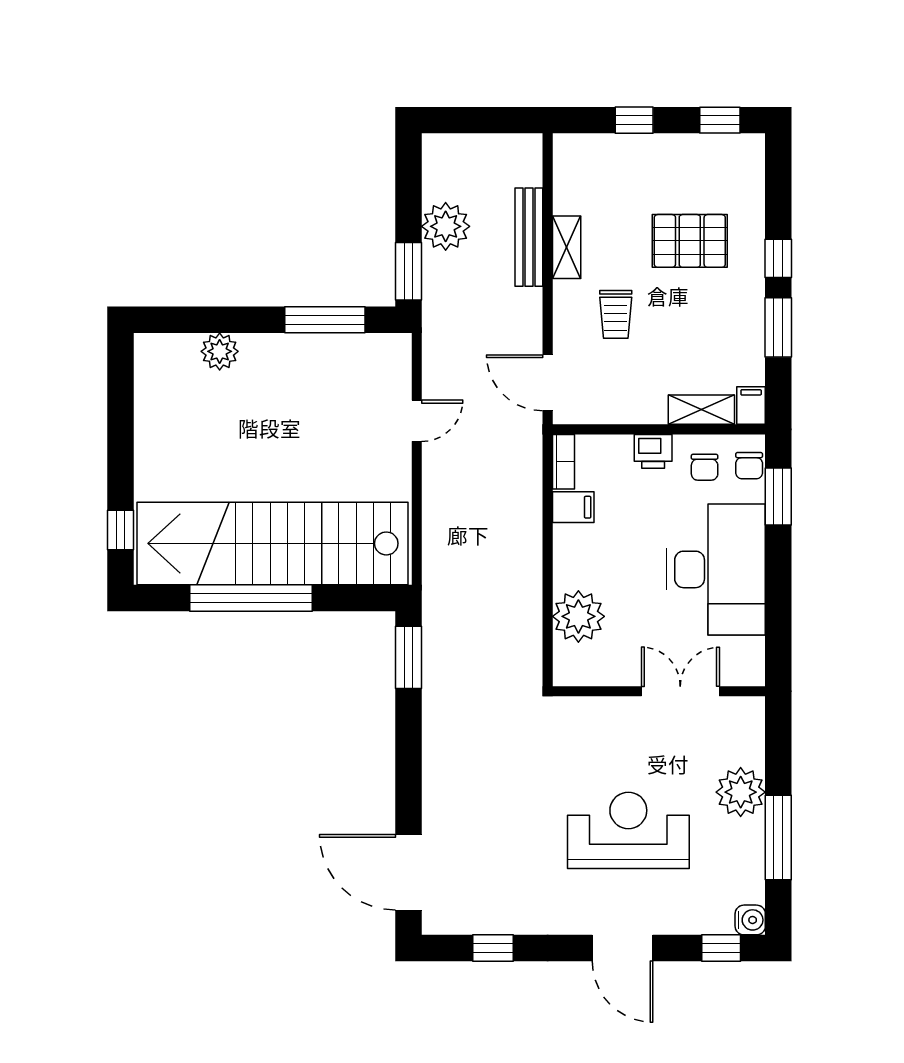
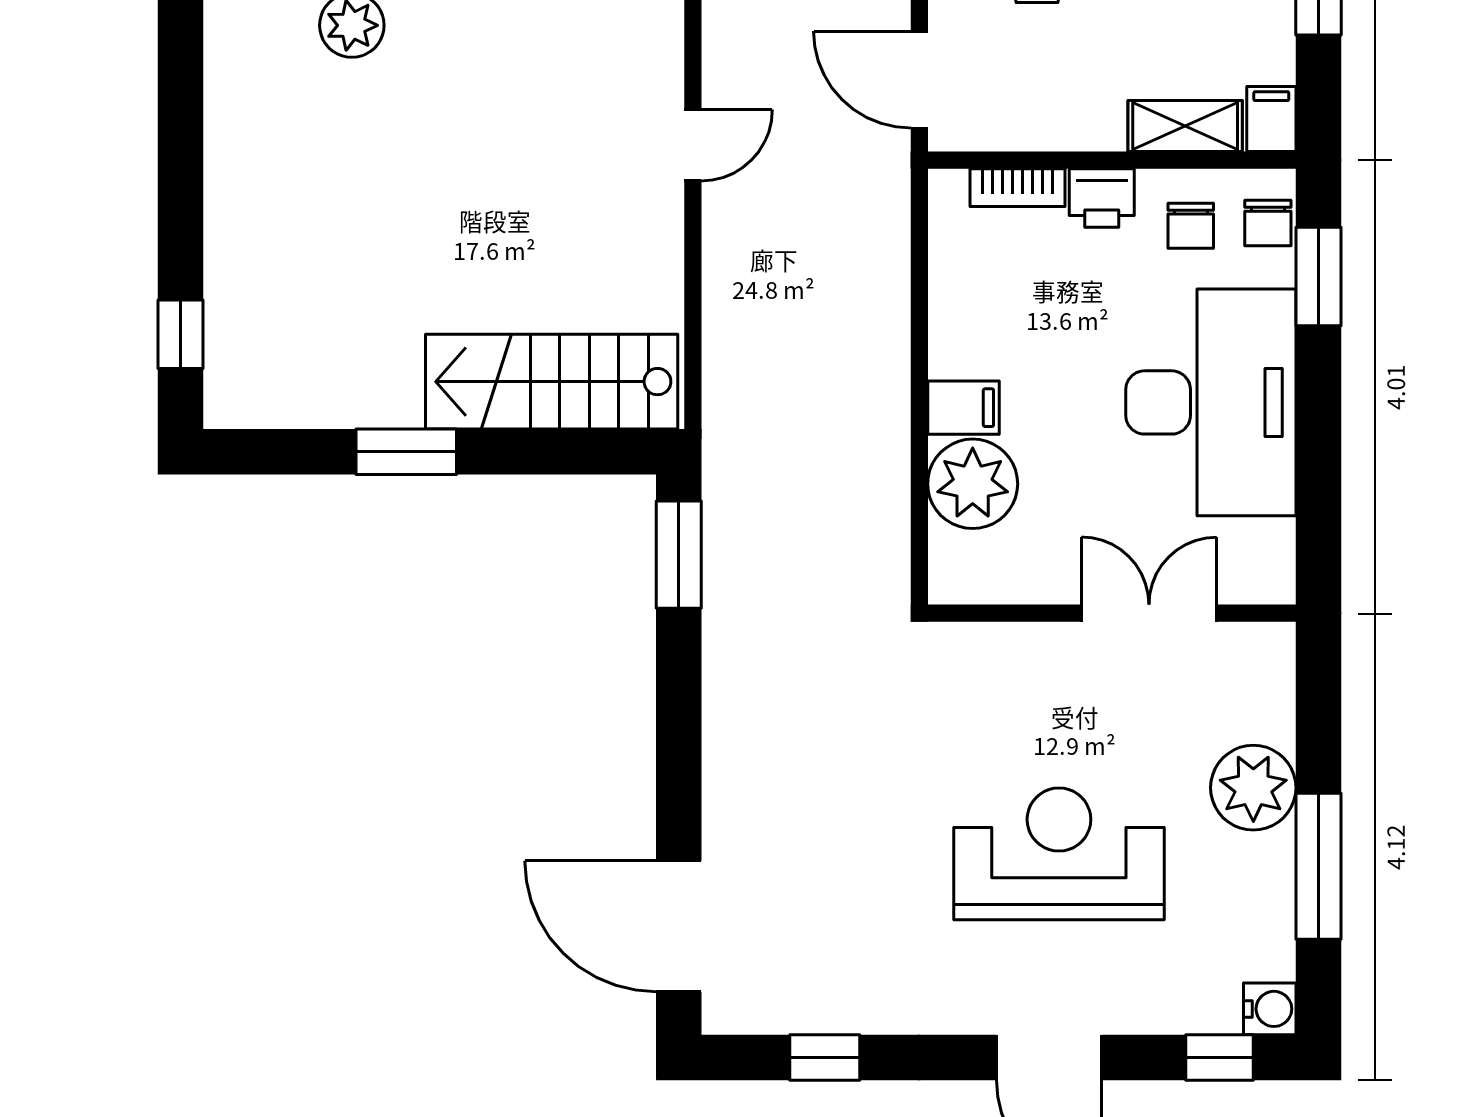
bookcase: (563, 462) -> (1018, 188), moved, turned 90
filing cabinet: (573, 507) -> (963, 408), moved
stairs: (273, 543) -> (552, 382), width x0.54, depth x0.66
window: (251, 598) -> (406, 452), width x0.47

